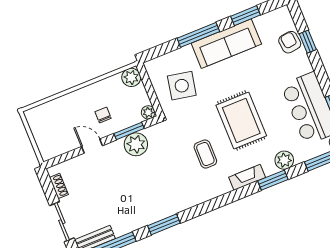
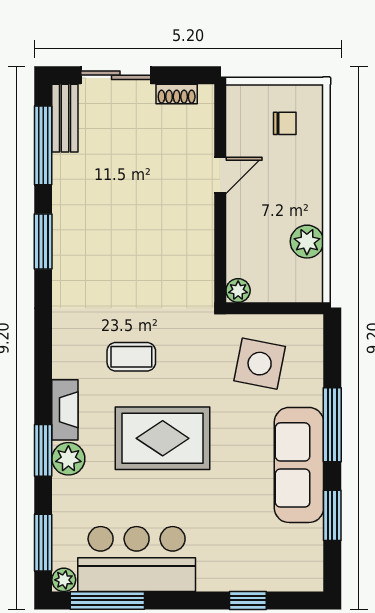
armchair: (290, 42) -> (259, 570), removed
plant: (131, 77) -> (307, 242), moved
chair: (103, 115) -> (285, 123), moved
window: (129, 131) -> (220, 246), removed
plant: (136, 144) -> (194, 249), removed
plant: (284, 160) -> (68, 459), moved

